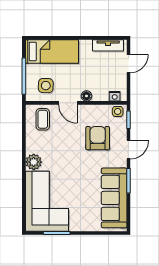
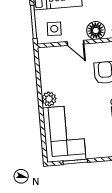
floor lamp: (86, 96) -> (96, 30), width x1.89, depth x1.89
coffee table: (43, 119) -> (54, 60), removed

